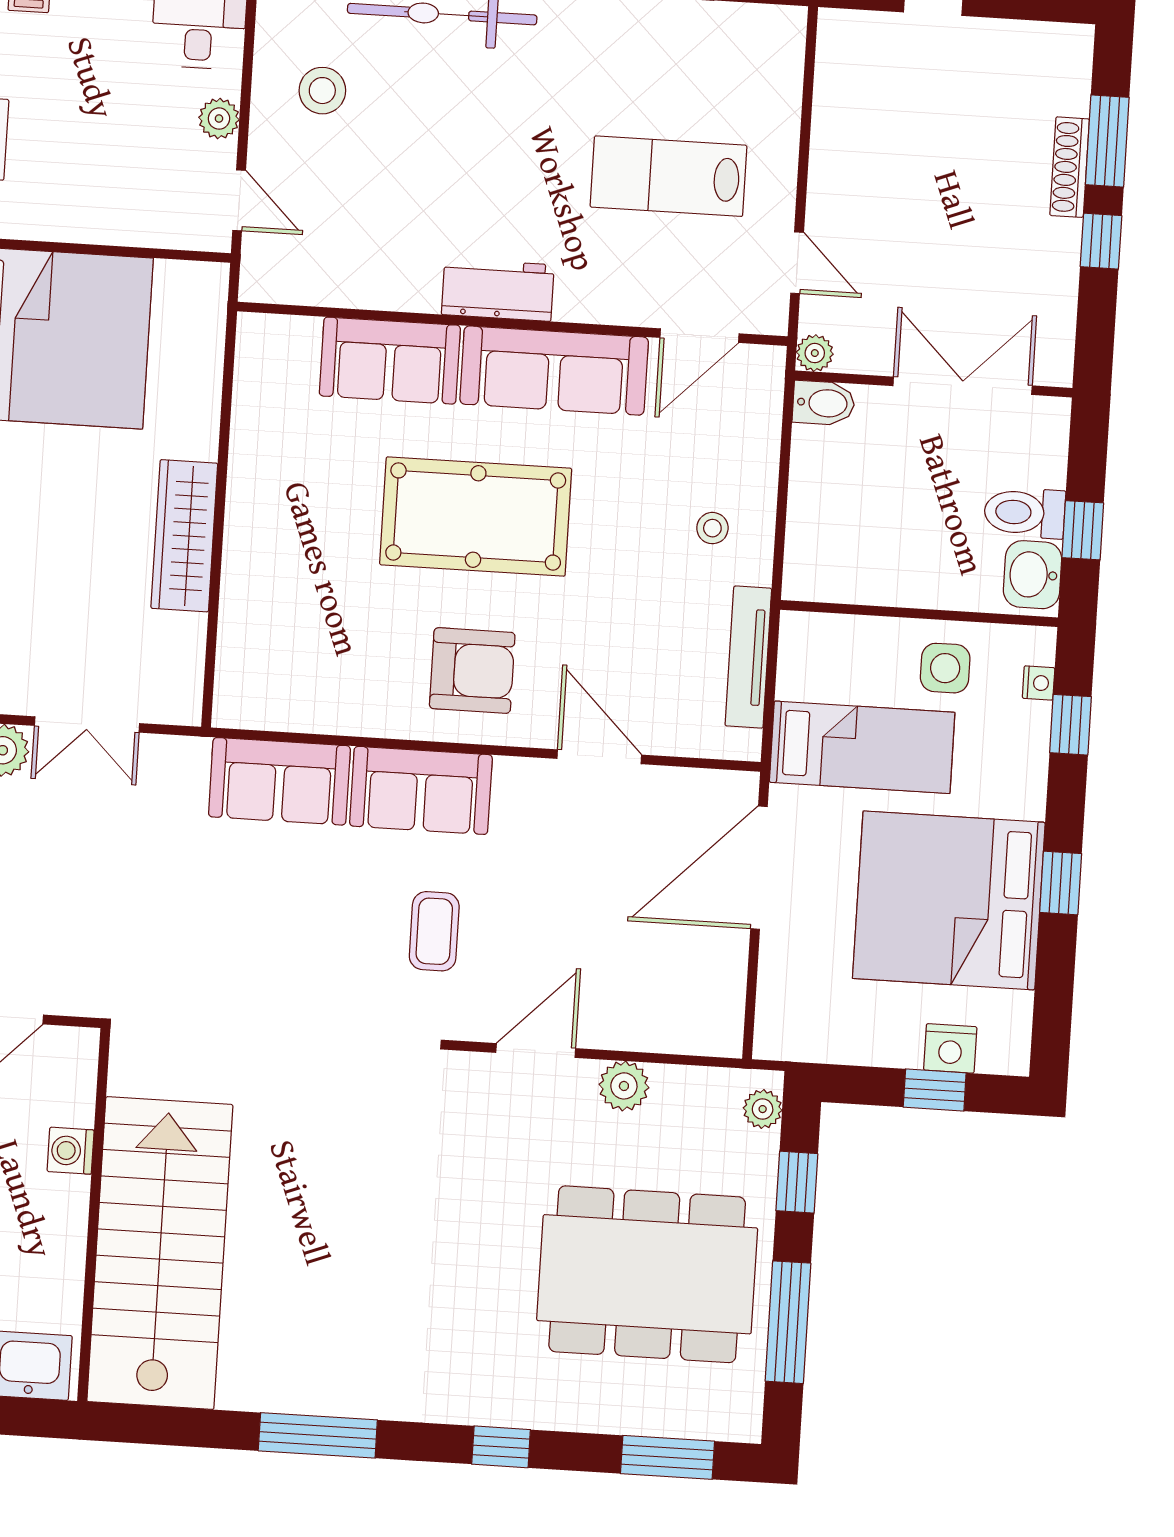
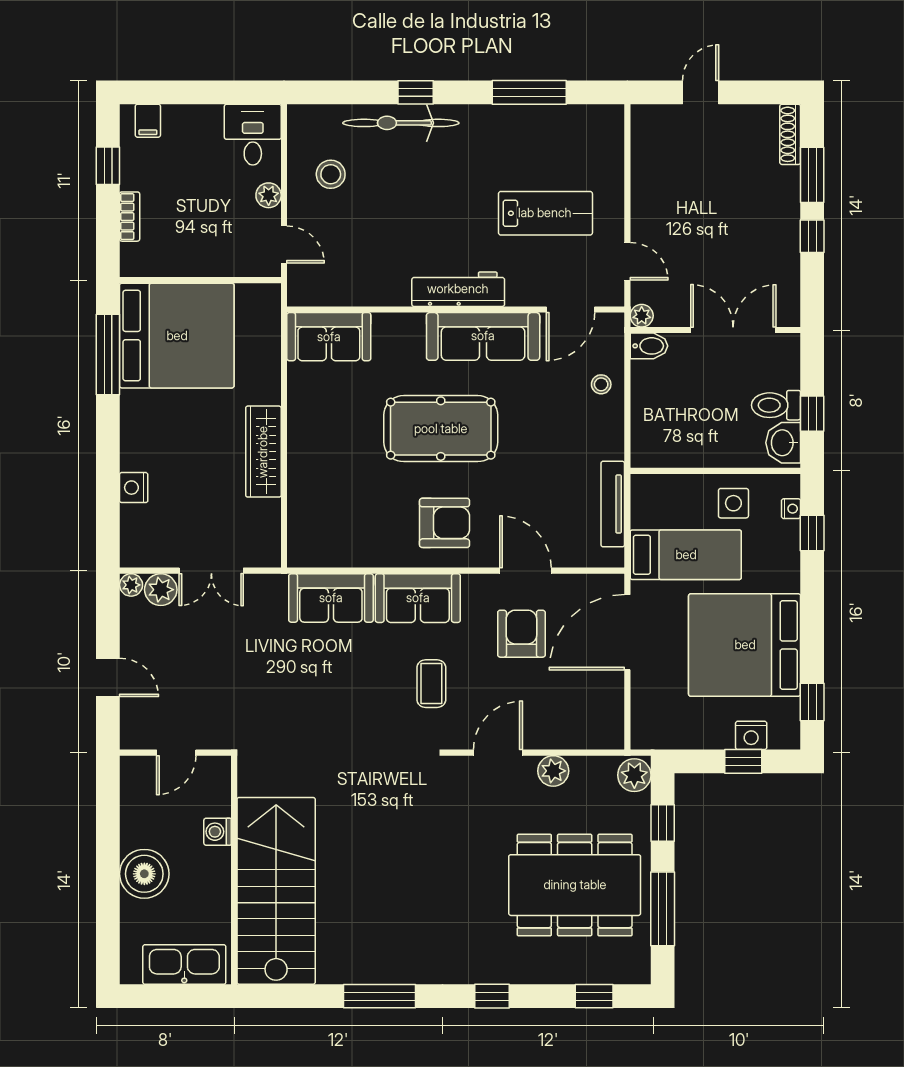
shoe rack: (1070, 167) -> (790, 134), moved
lab bench: (669, 176) -> (545, 213), turned 180
workbench: (498, 290) -> (458, 289), width x1.37
sofa: (390, 361) -> (329, 337), moved
stool: (712, 528) -> (601, 384), moved
armchair: (586, 859) -> (521, 634), added
window: (1061, 883) -> (812, 702), moved
plant: (763, 1109) -> (634, 775), width x1.38, depth x1.38
window: (667, 1457) -> (594, 996), width x0.67

